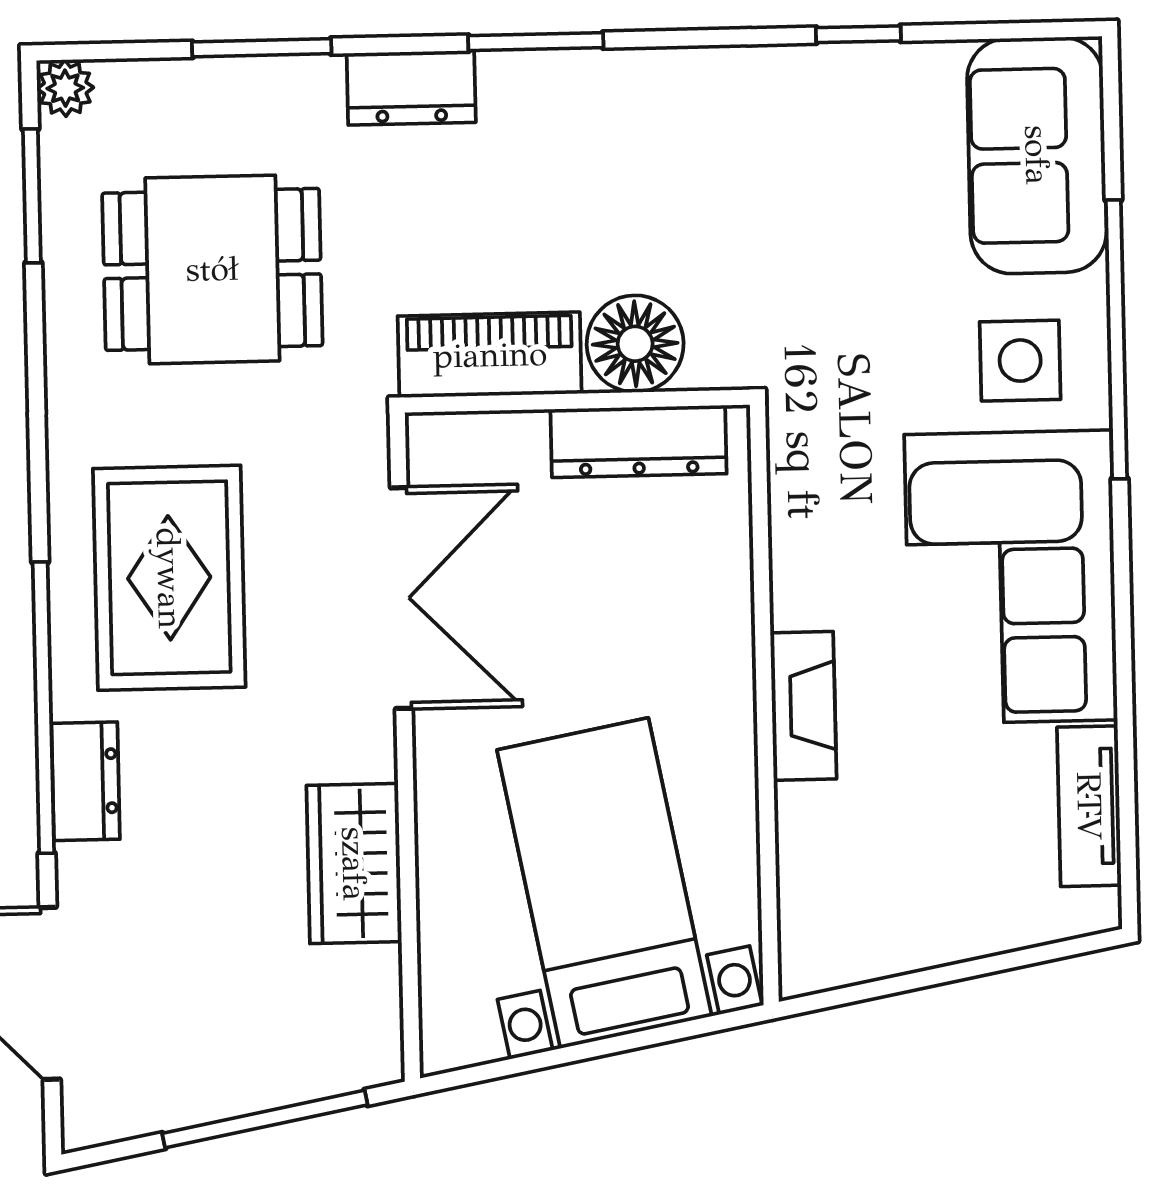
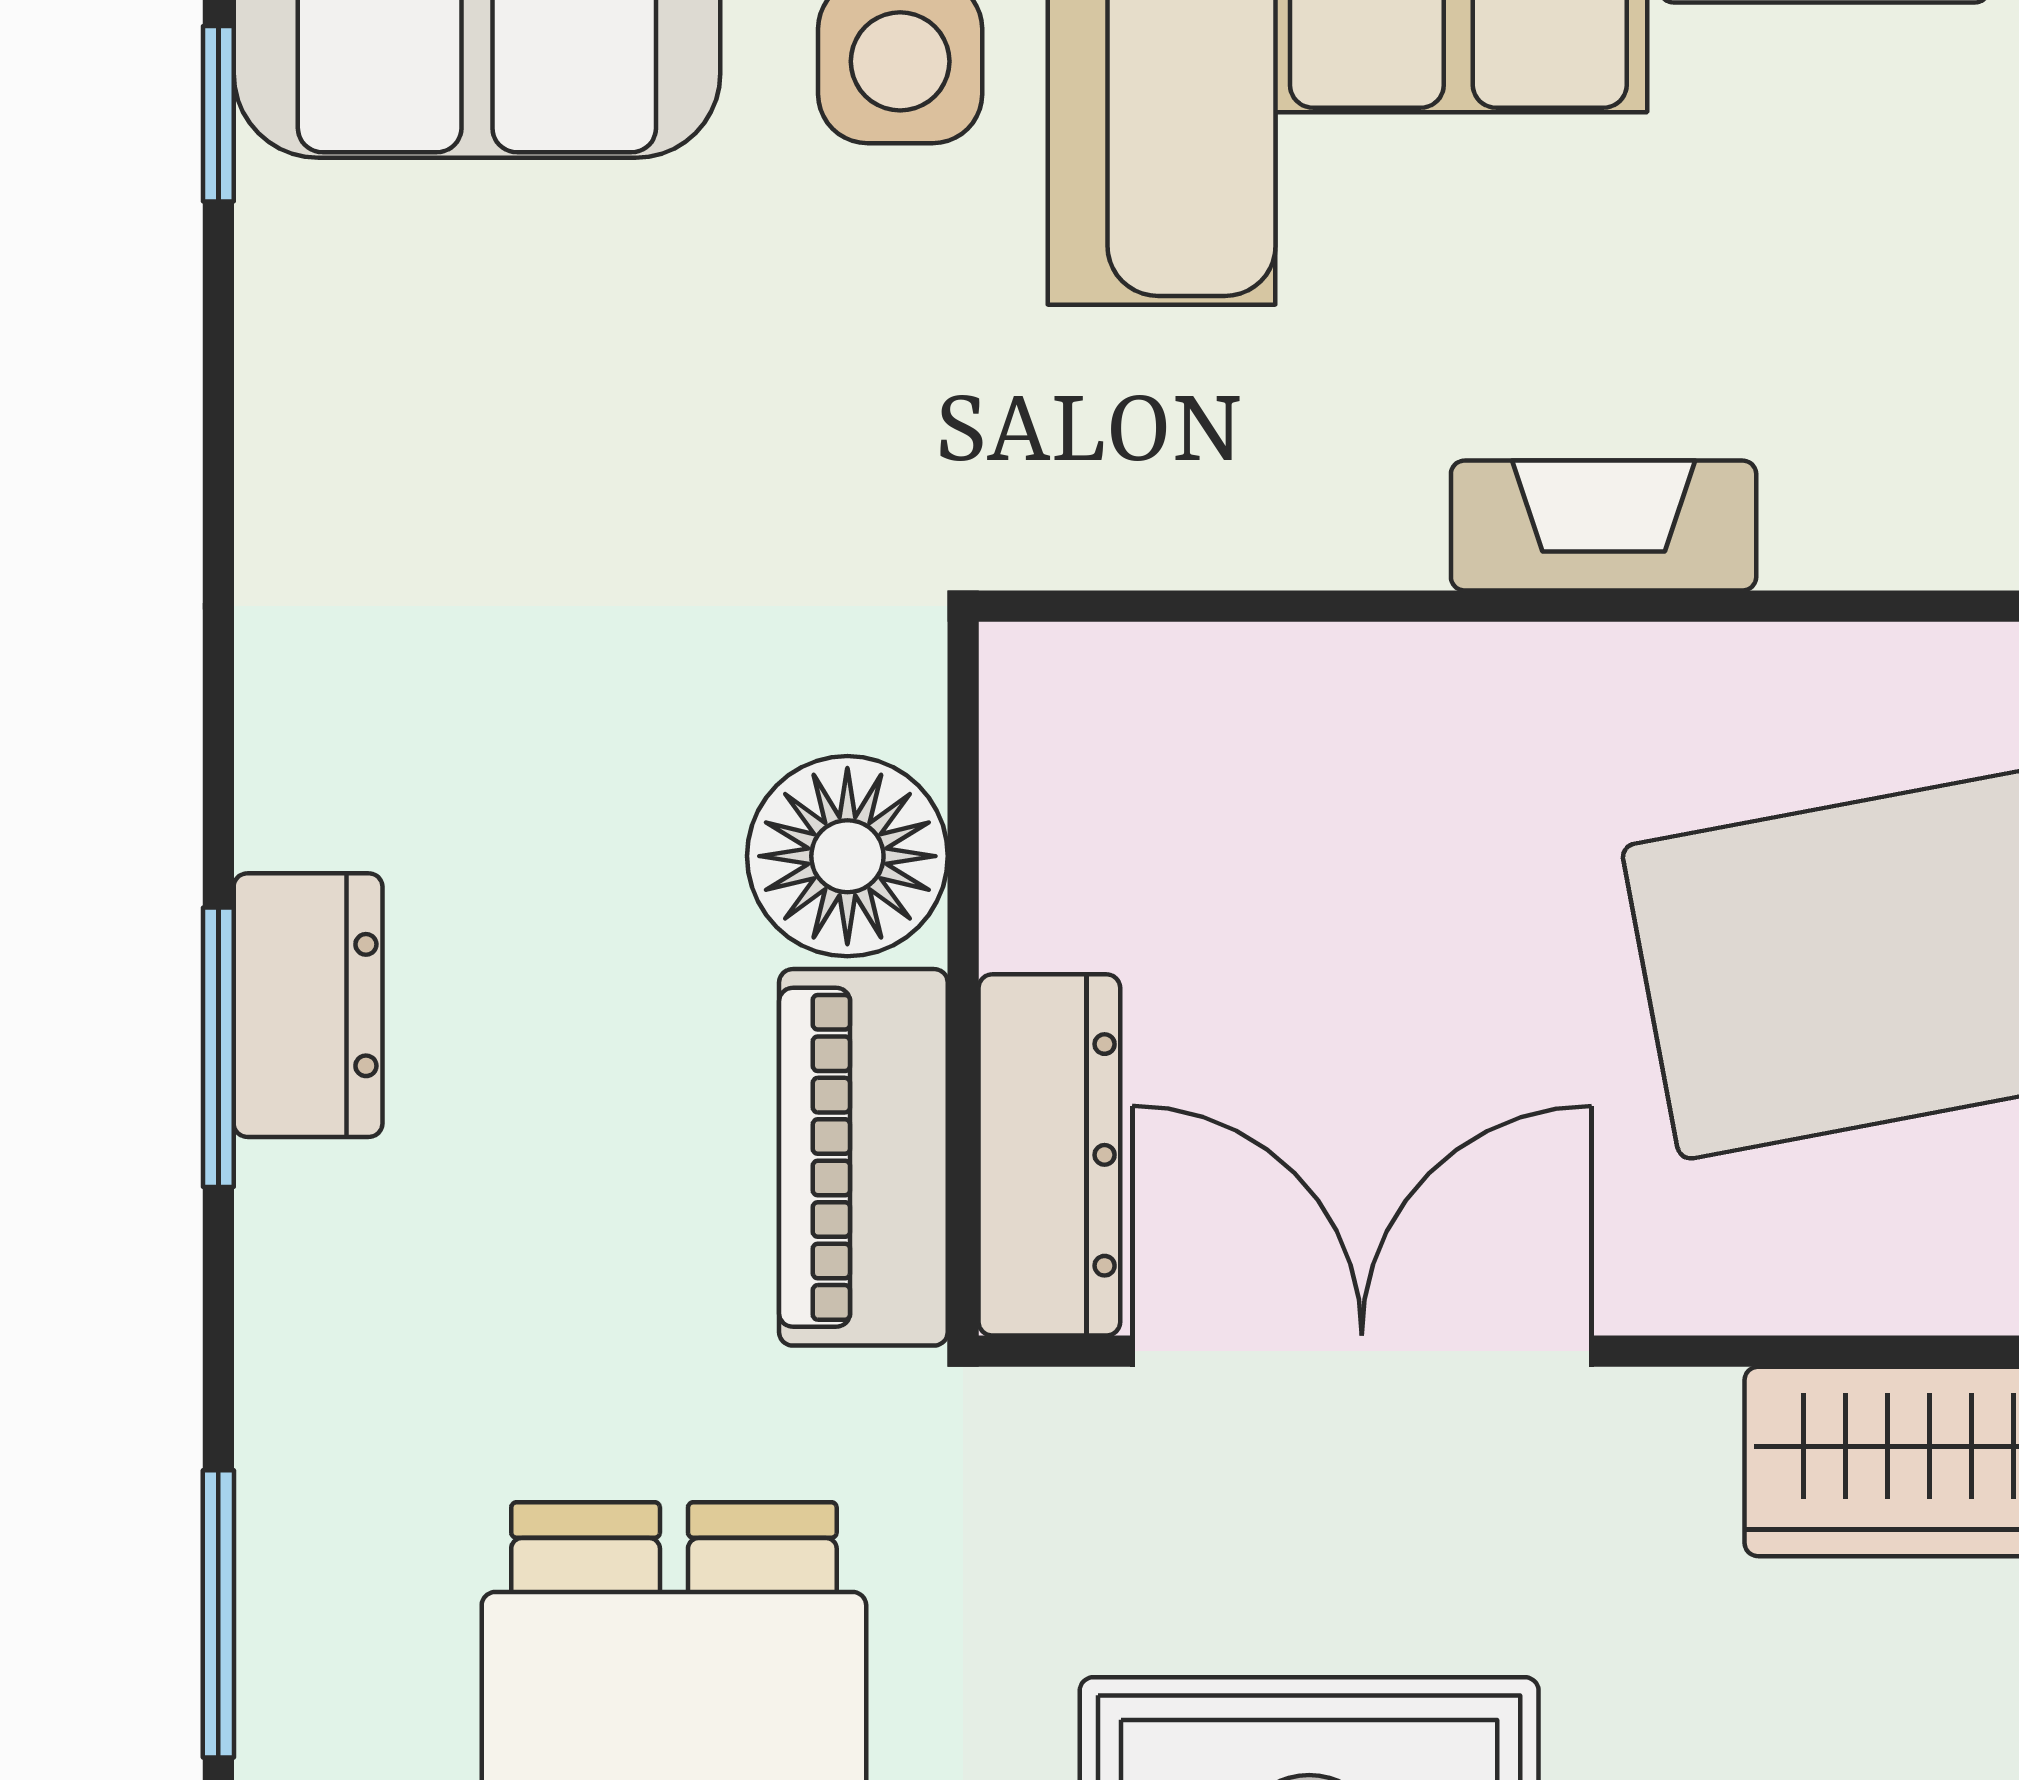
window: (858, 34) -> (218, 114), moved
dresser: (411, 88) -> (308, 1005), moved
dresser: (639, 441) -> (1049, 1155), moved

